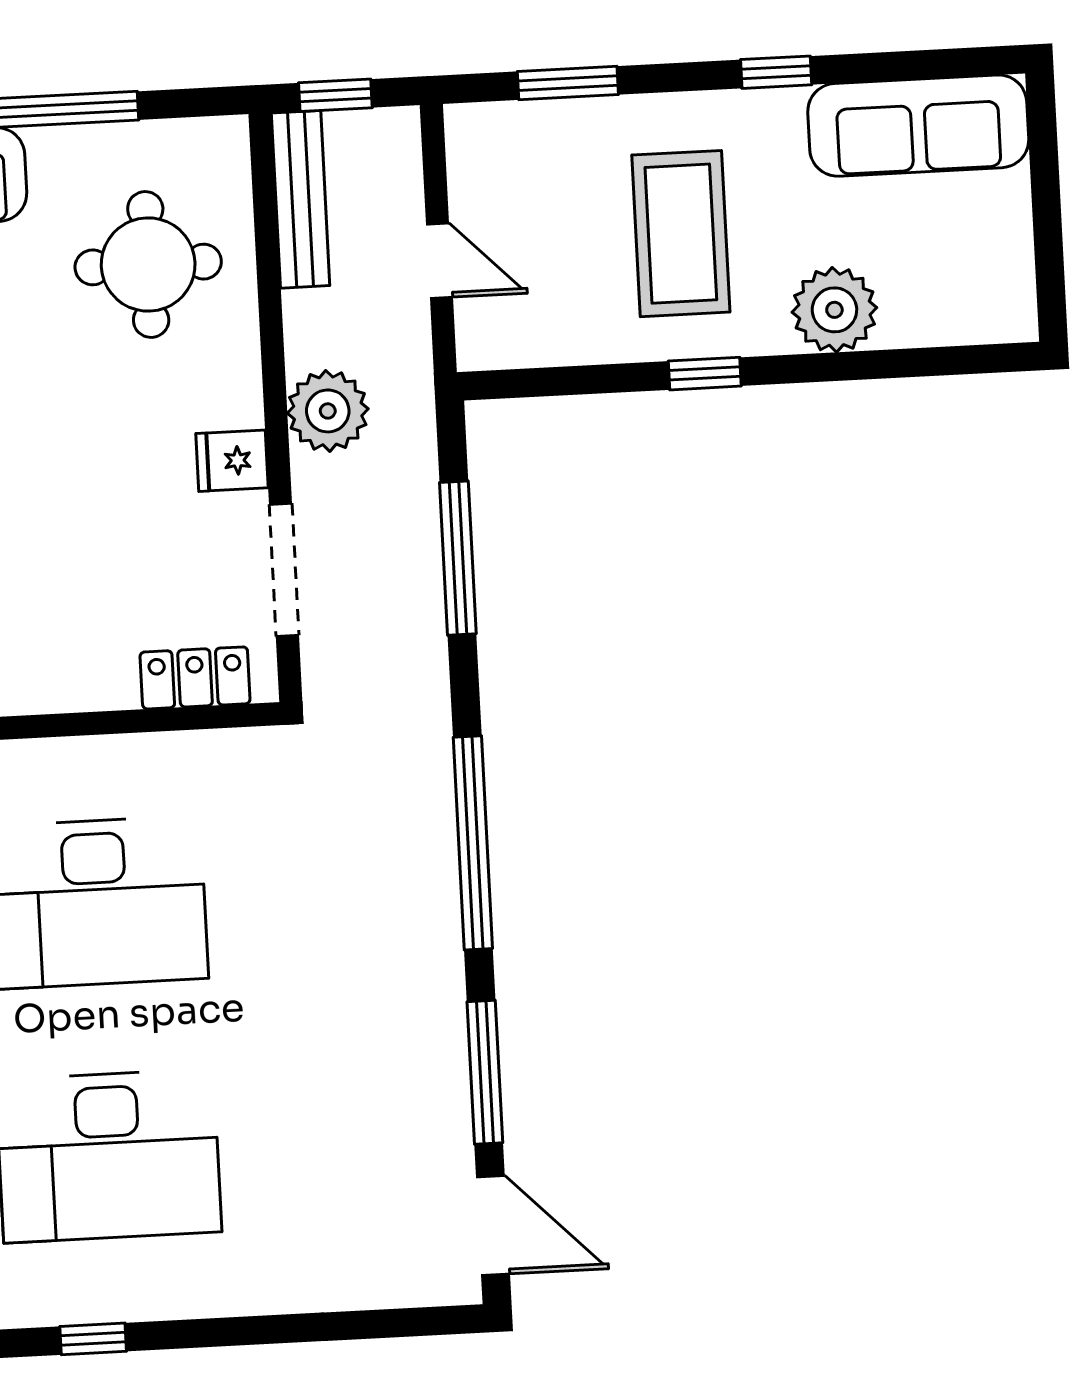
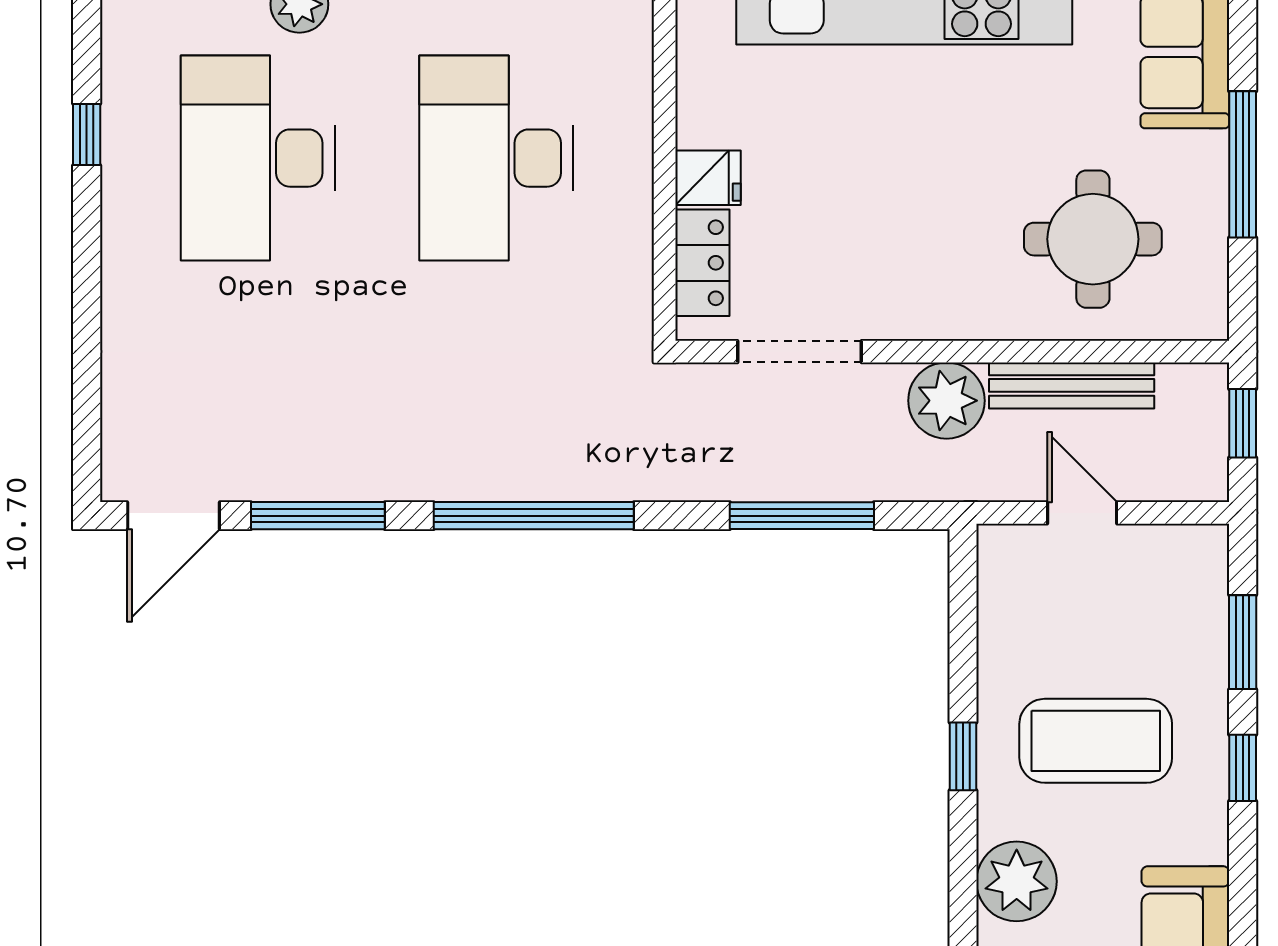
window: (776, 72) -> (1243, 768), moved
bench: (301, 199) -> (1072, 385), moved
door: (439, 261) -> (1082, 513), swing flipped
fridge: (232, 461) -> (708, 178), moved, turned 90

